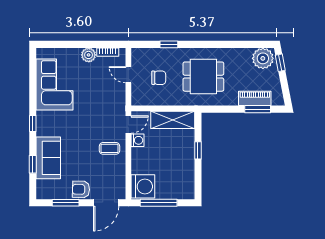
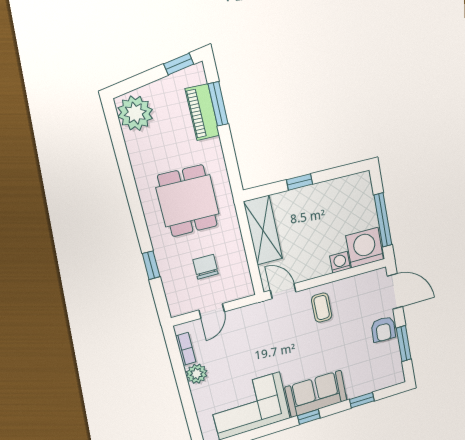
window: (280, 63) -> (179, 64), moved
washing machine: (138, 140) -> (340, 262), moved
sofa: (48, 158) -> (316, 394), moved

